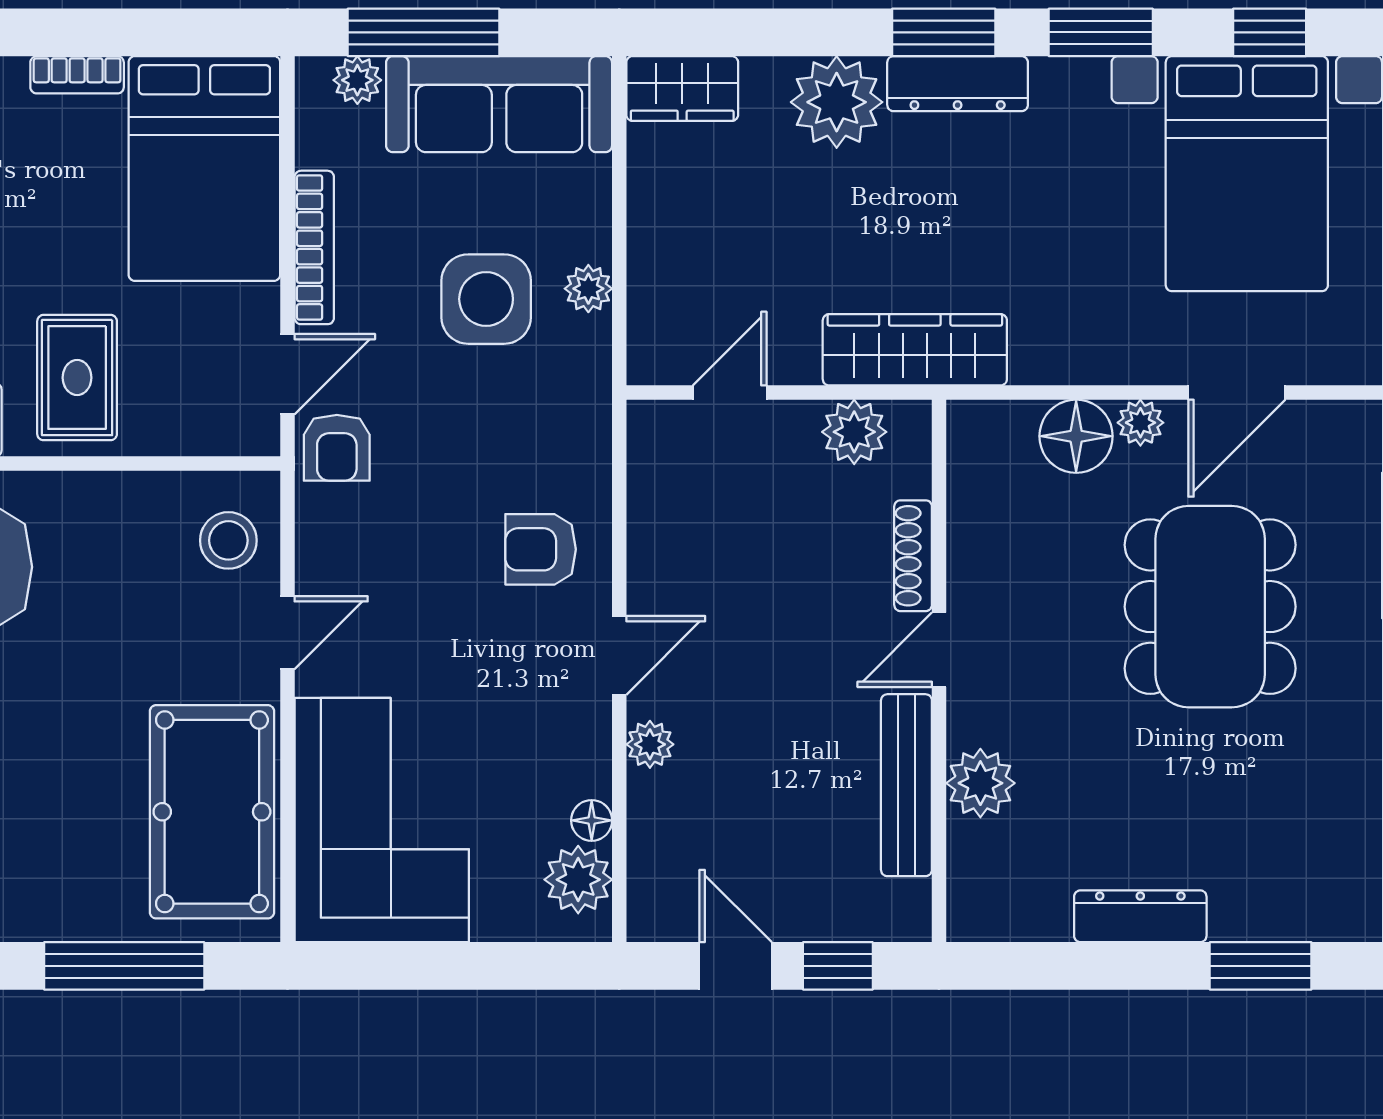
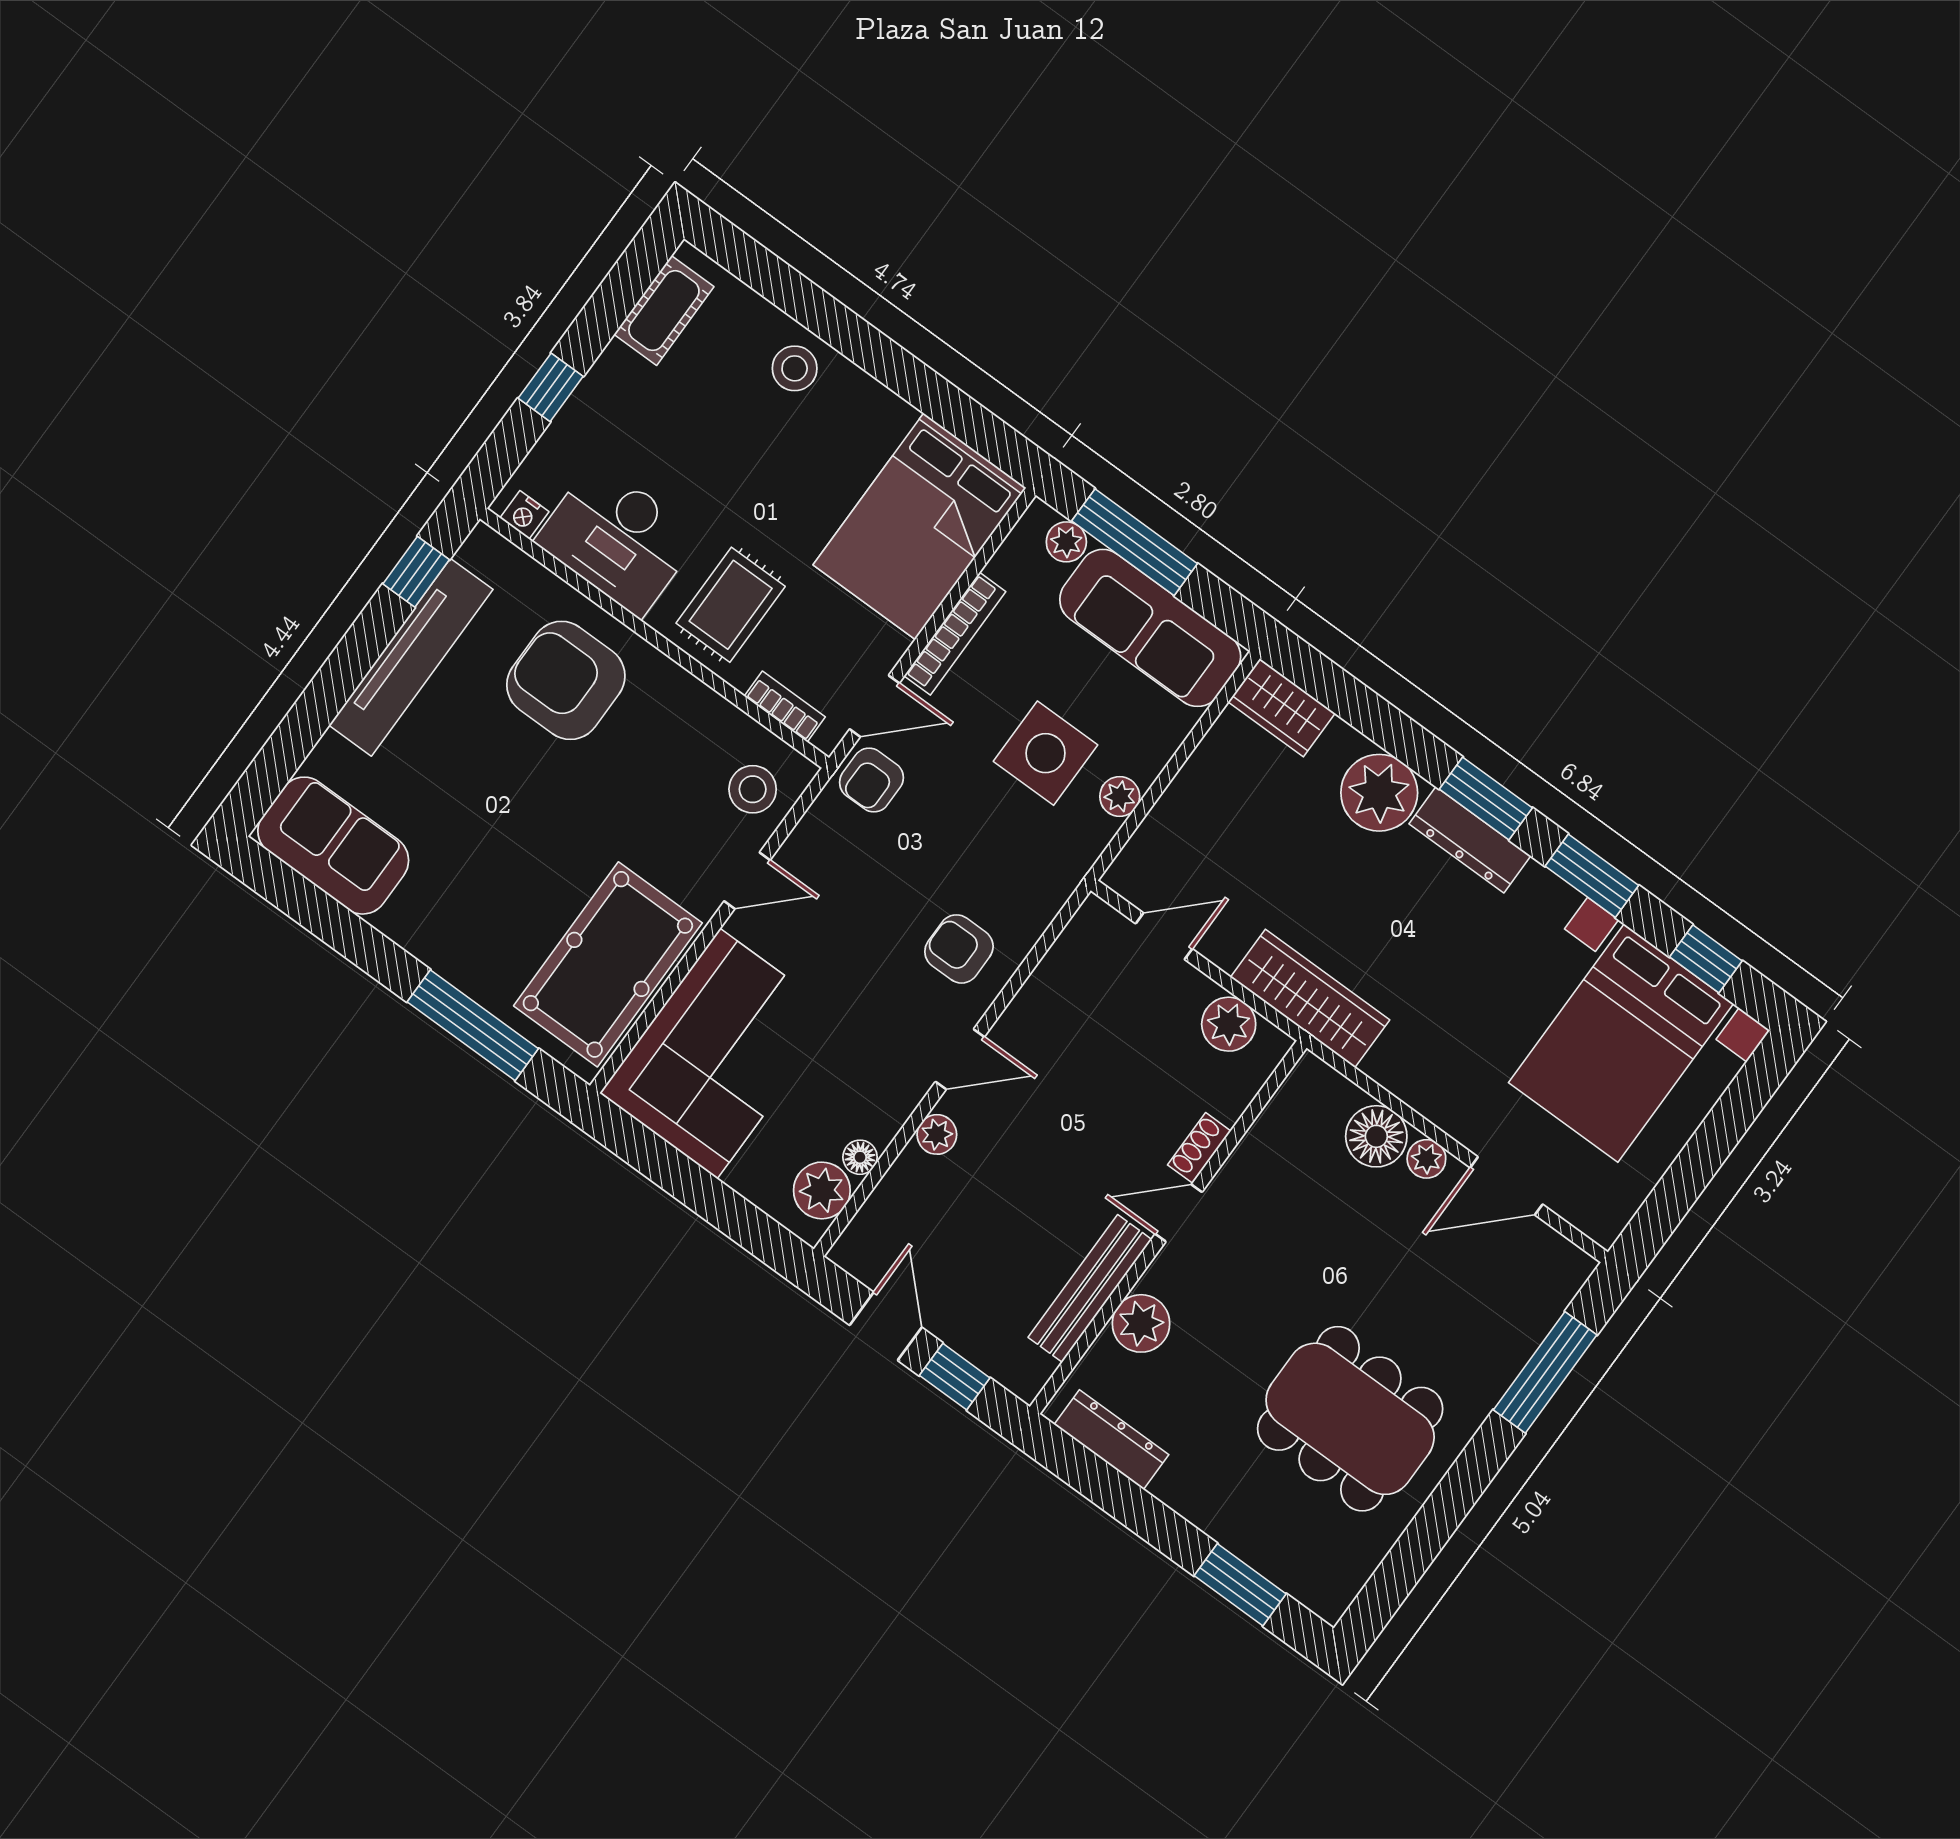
bookcase: (77, 75) -> (785, 707), moved, turned 180
shoe rack: (913, 556) -> (1199, 1148), width x0.70
dining table: (1210, 607) -> (1350, 1419), moved, turned 90
dresser: (1140, 916) -> (1111, 1440), moved

